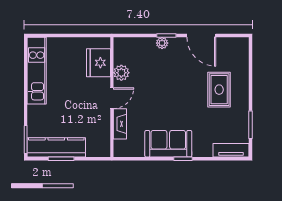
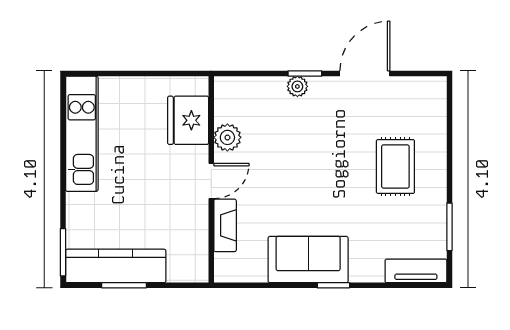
door: (201, 35) -> (365, 74), swing flipped

